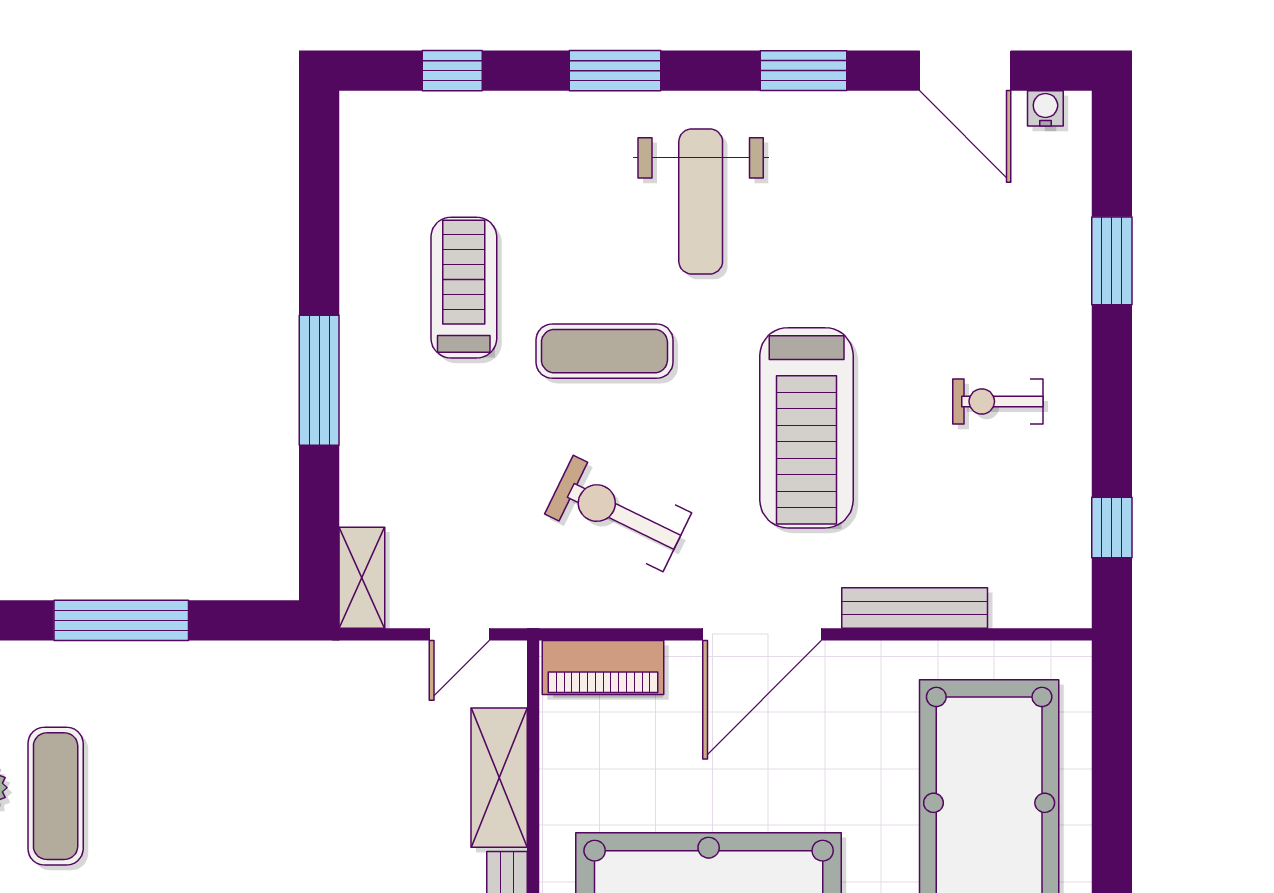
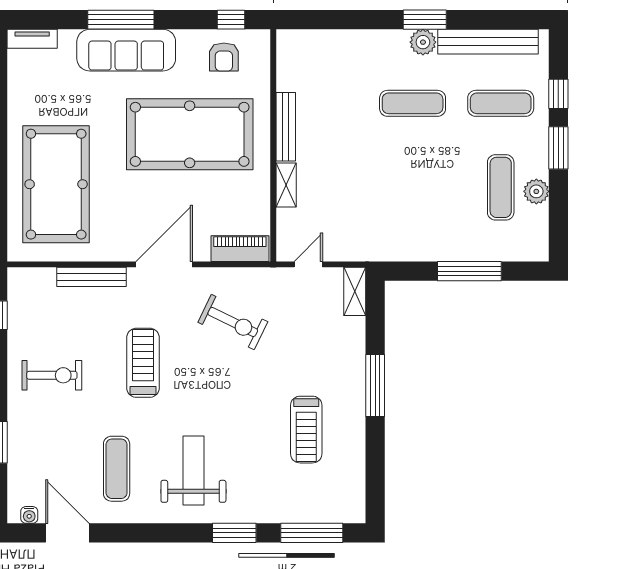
window: (452, 71) -> (312, 533), width x2.17
window: (803, 71) -> (144, 533), removed
exercise mat: (604, 351) -> (117, 469), moved, turned 90
exercise bike: (998, 401) -> (52, 375), width x1.38, depth x1.39
treadmill: (807, 428) -> (143, 363), width x0.73, depth x0.73
shelving: (499, 778) -> (286, 185), width x0.67, depth x0.75

